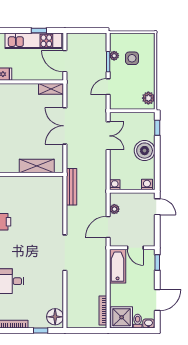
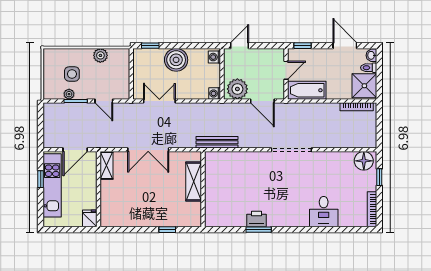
plant: (148, 98) -> (100, 55), moved
plant: (114, 209) -> (237, 89), width x1.88, depth x1.88

